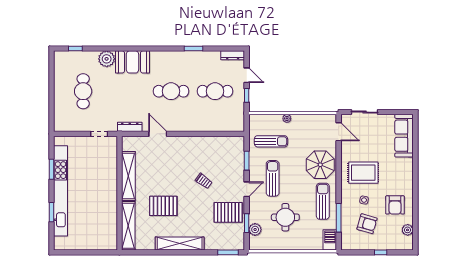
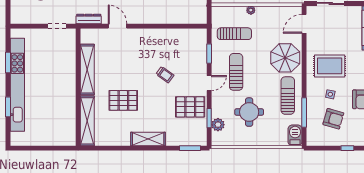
door: (339, 132) -> (304, 24), swing flipped
shelving: (180, 243) -> (148, 139), width x0.68

